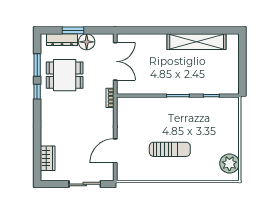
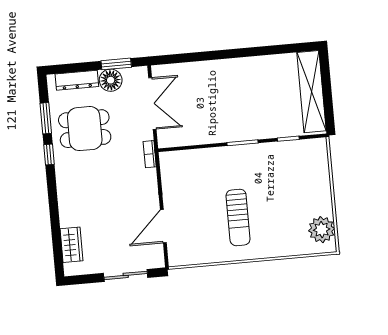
window: (73, 30) -> (116, 64), moved
shelving: (197, 42) -> (312, 92), moved, turned 90
sun lounger: (170, 149) -> (238, 217), turned 90

